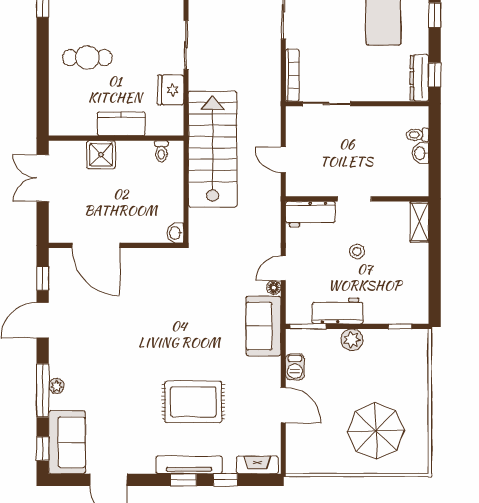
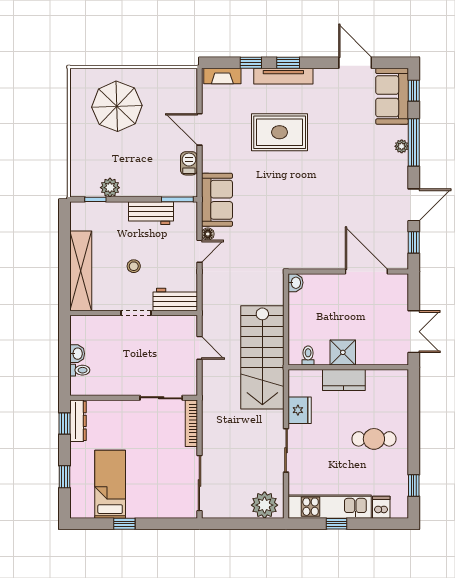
shower: (101, 155) -> (343, 352), moved
shelving: (419, 222) -> (81, 271), width x2.20, depth x1.33
plant: (352, 340) -> (110, 188), moved

